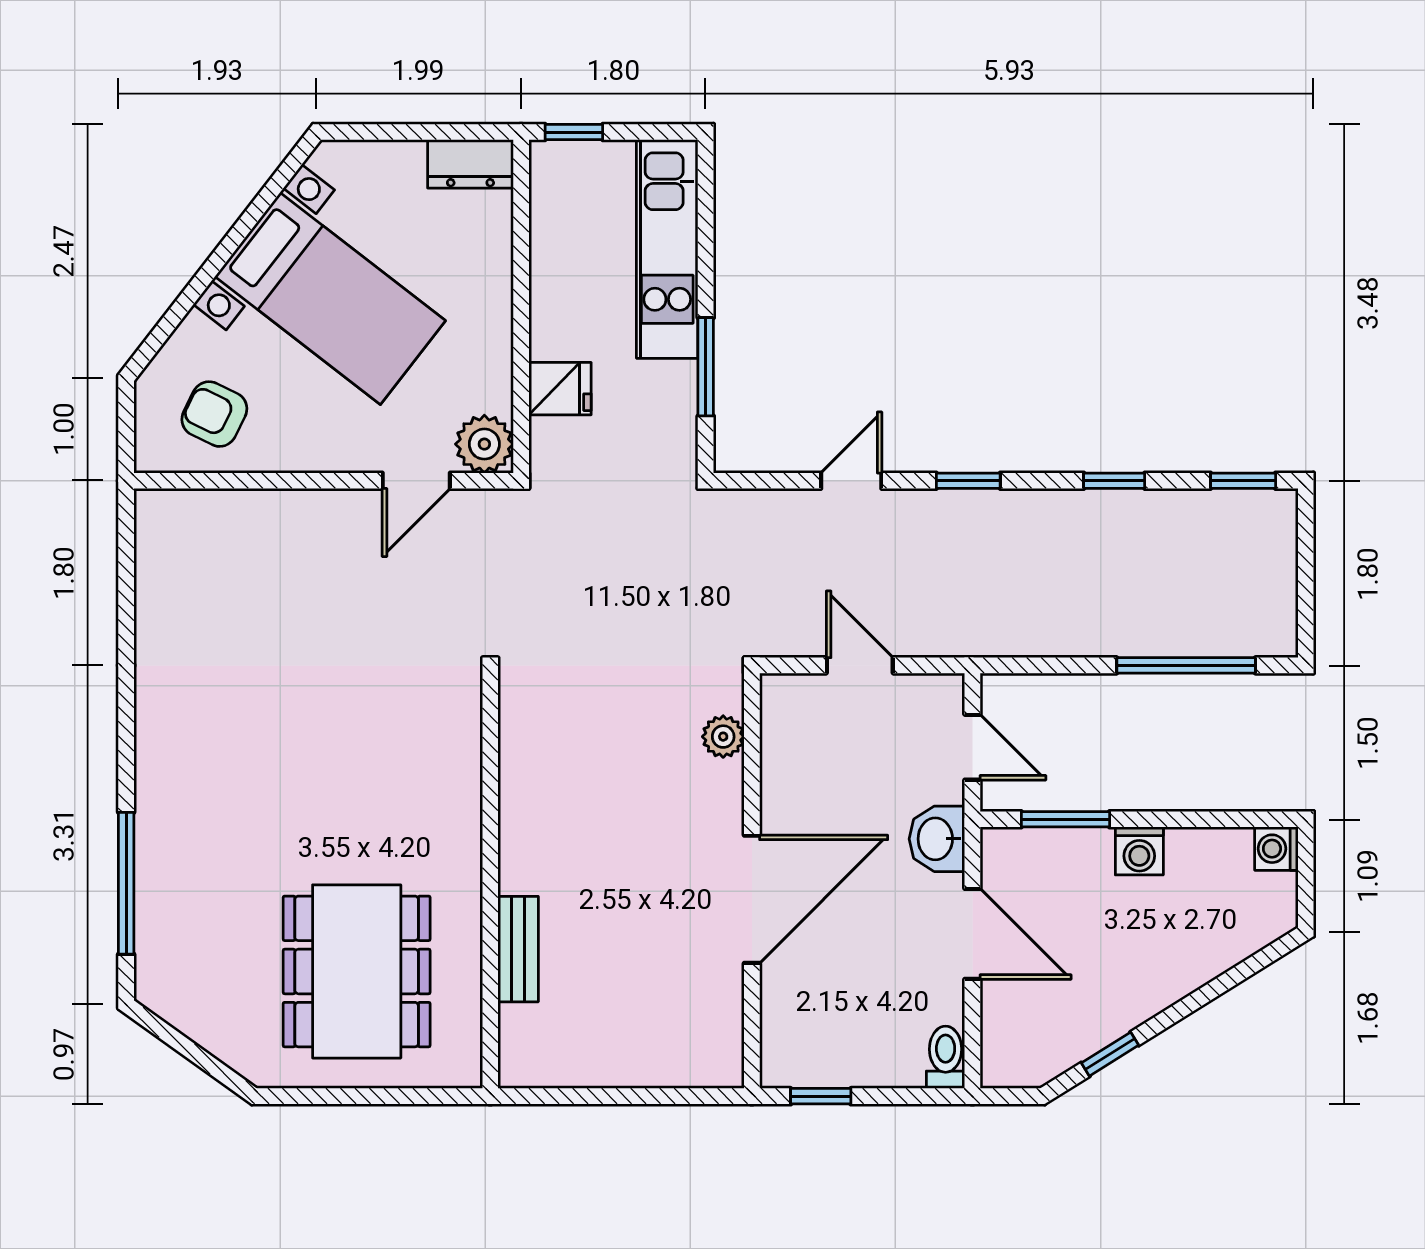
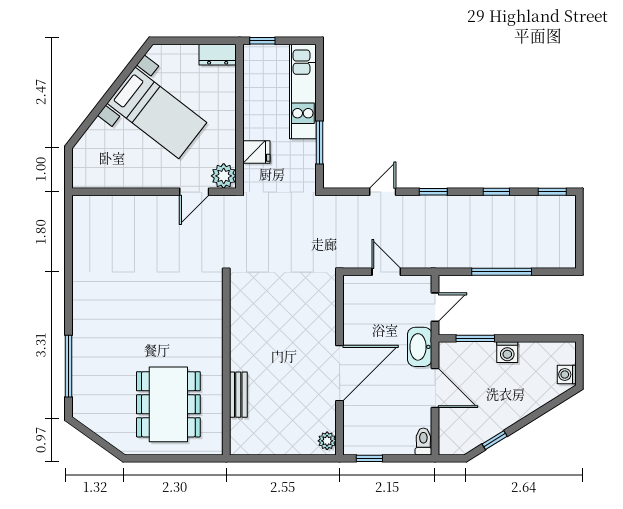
armchair: (214, 414) -> (107, 163), removed
window: (1186, 665) -> (502, 272), moved
plant: (723, 737) -> (327, 441), moved
door: (972, 747) -> (435, 307), hinge flipped
washbasin: (937, 839) -> (420, 347), width x1.38
washing machine: (1276, 849) -> (567, 375), moved

